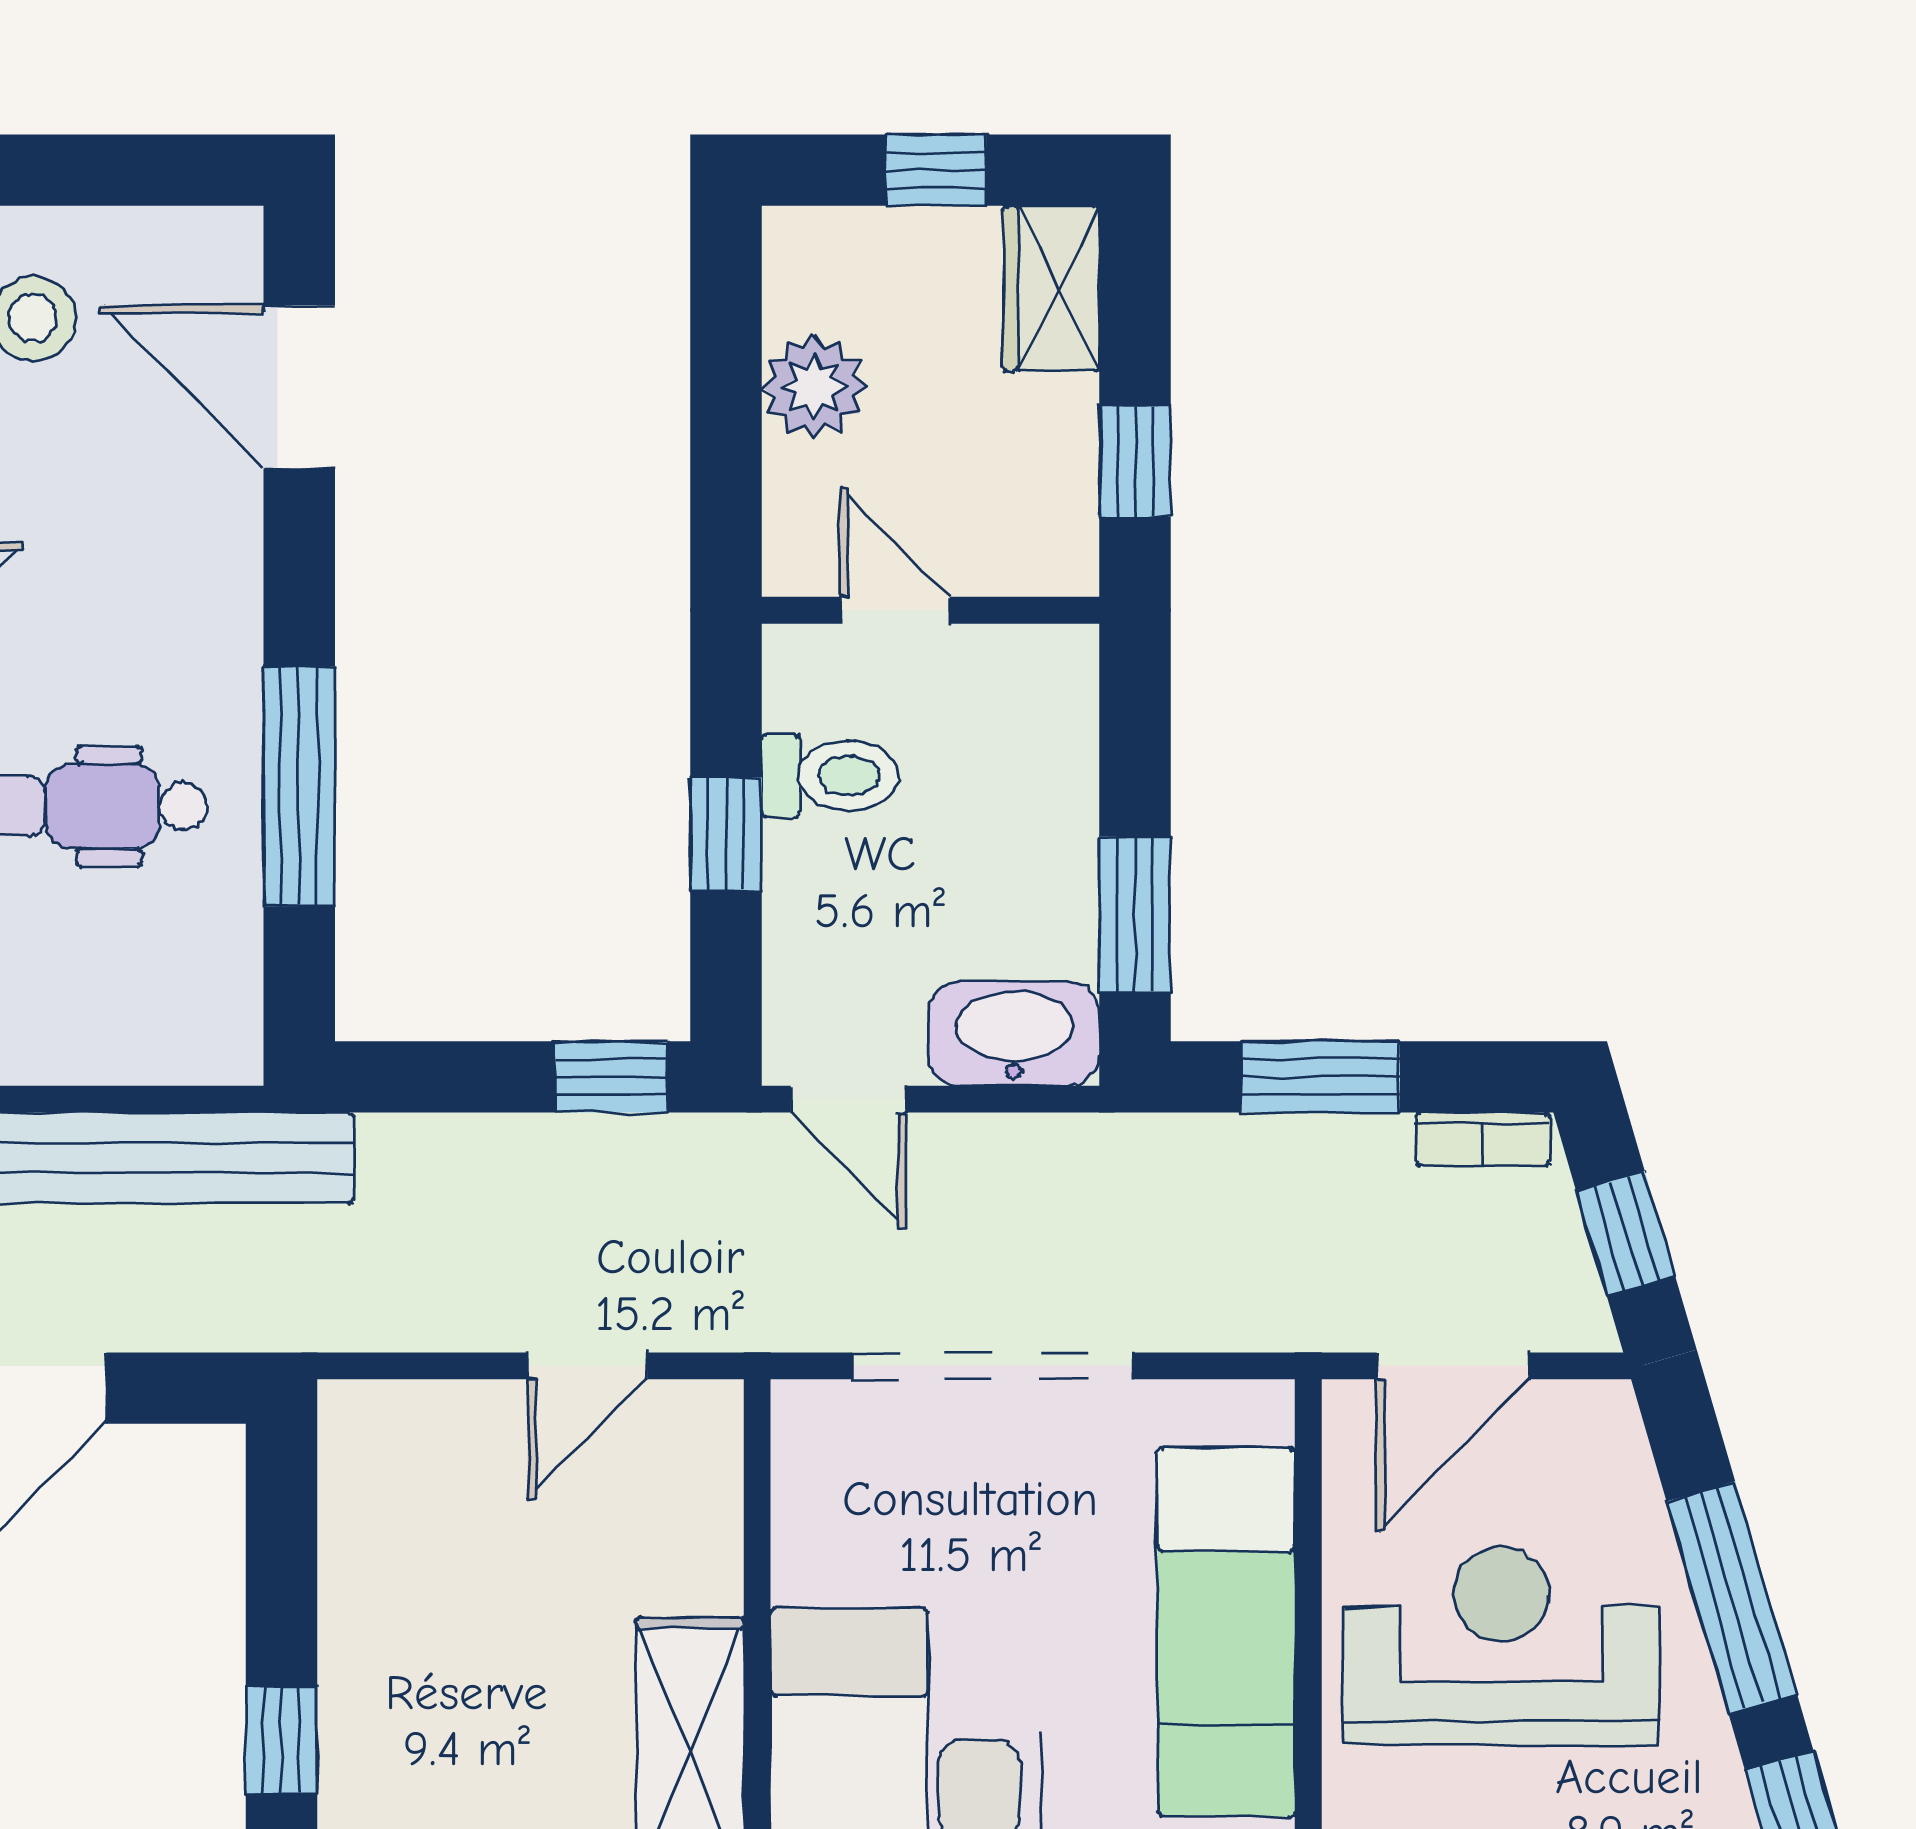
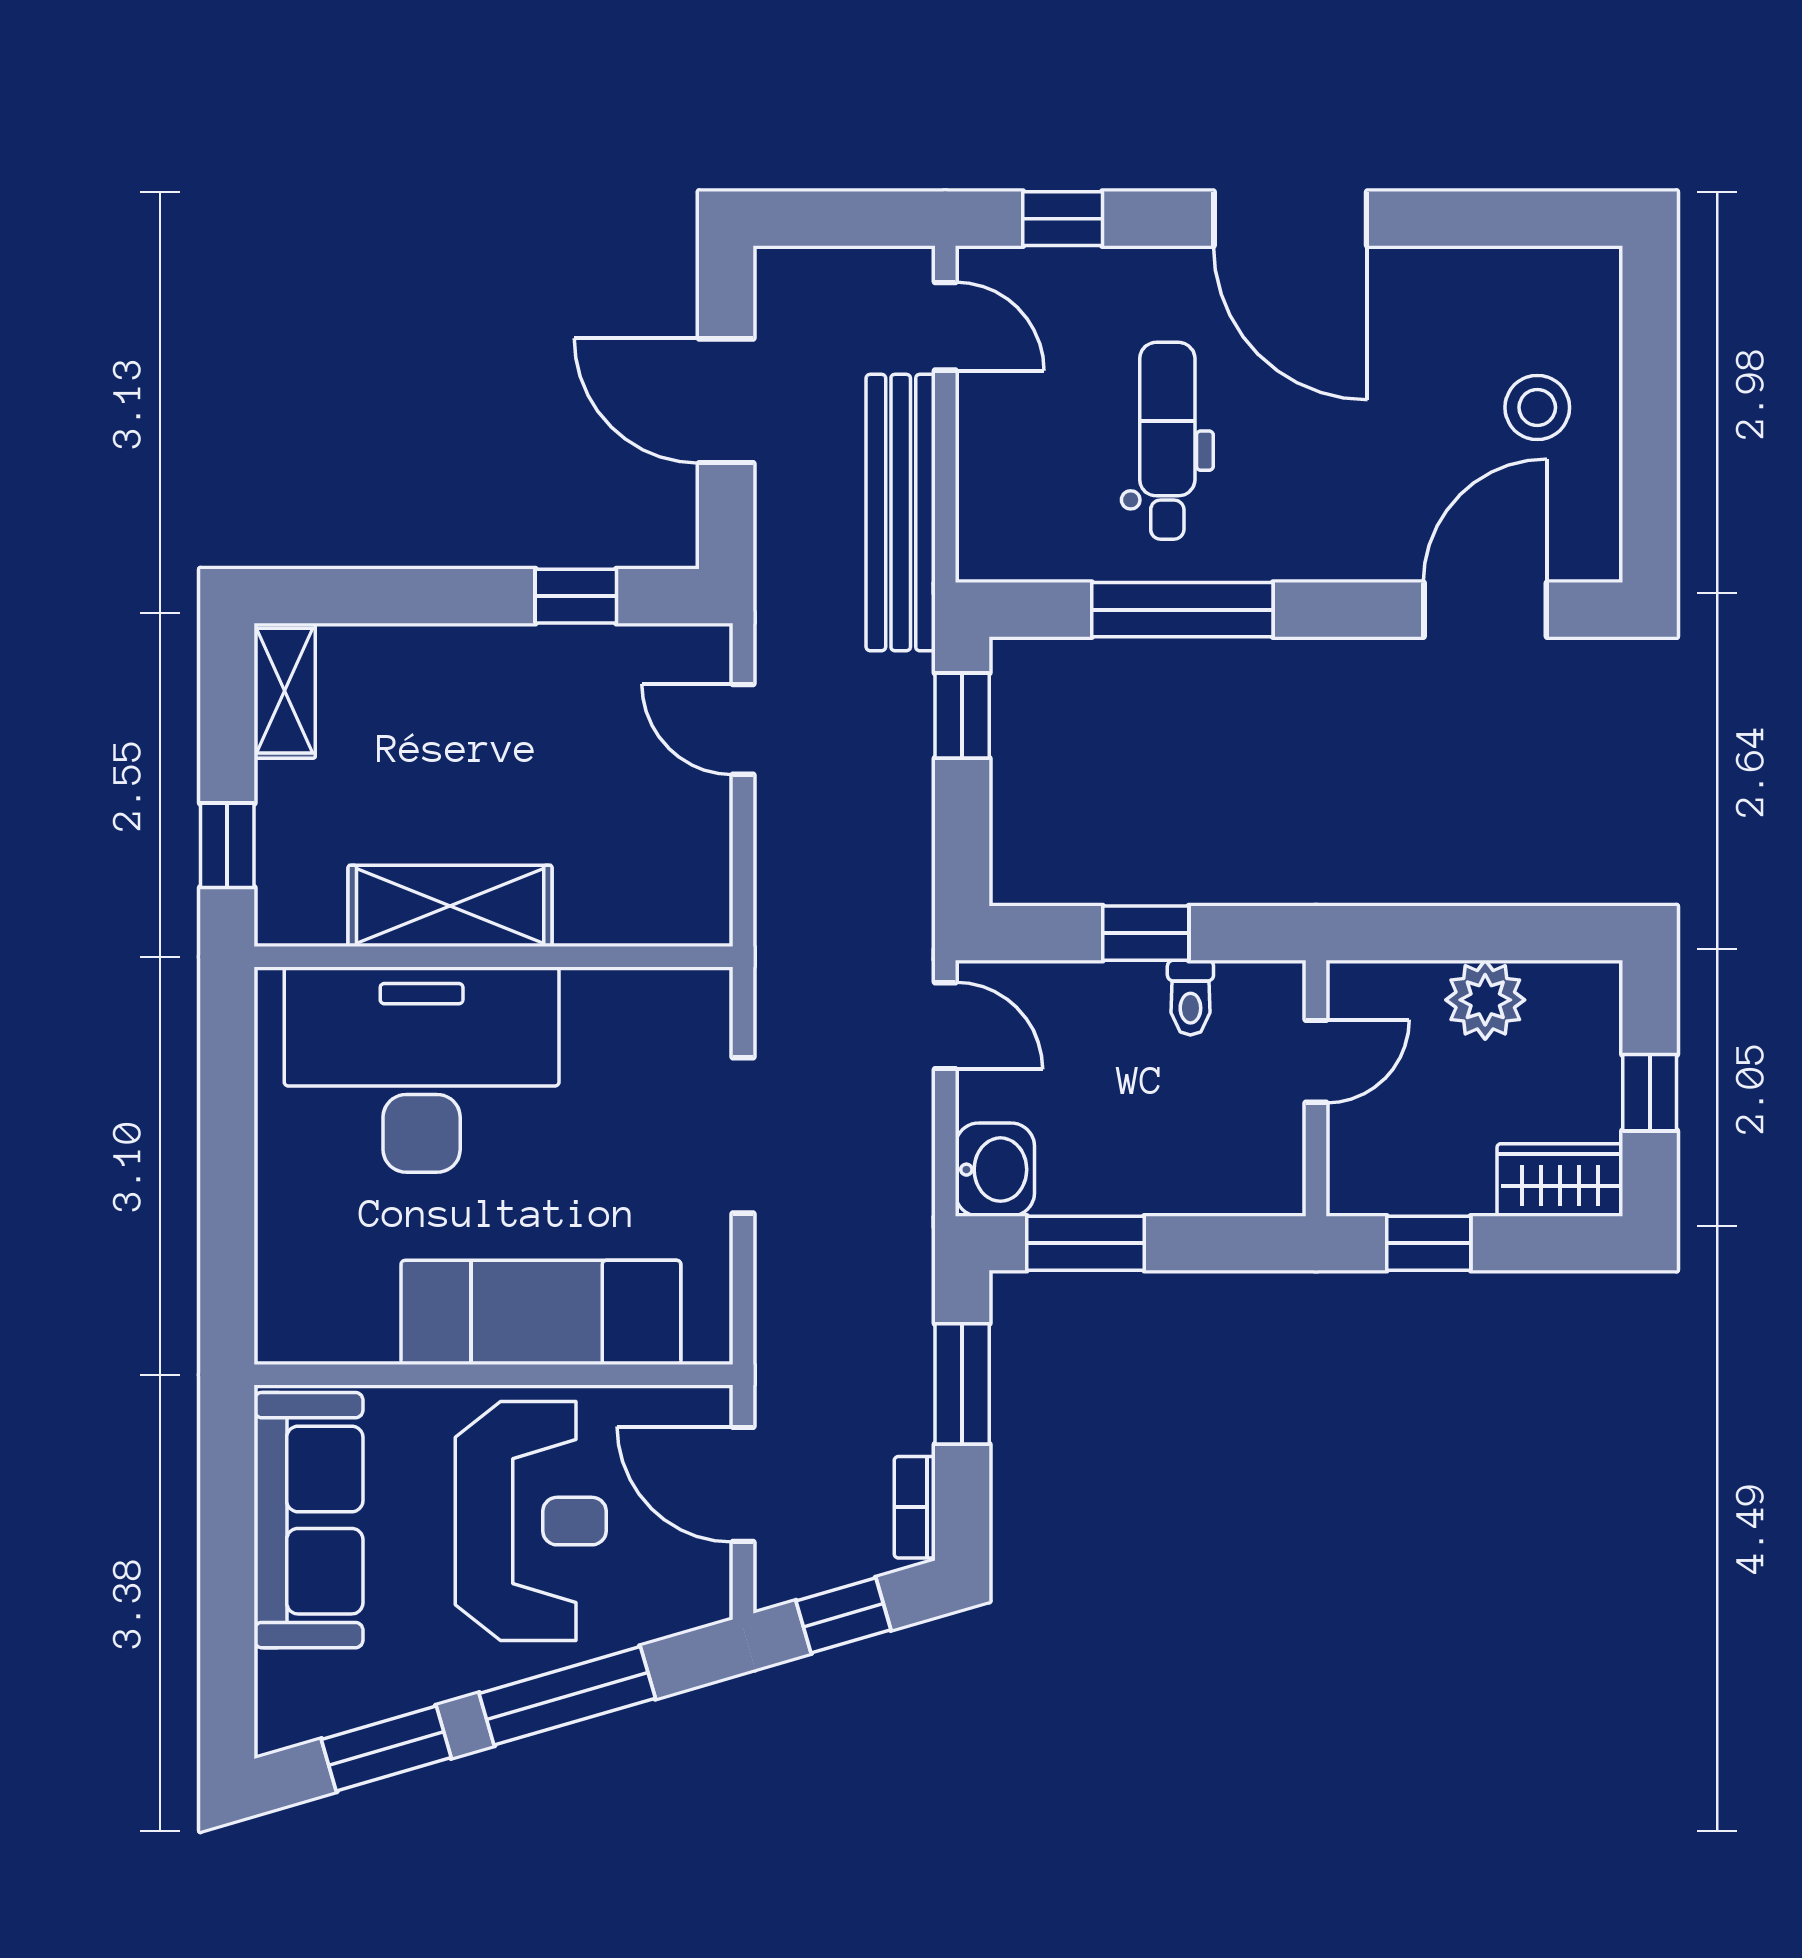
toilet: (830, 776) -> (1190, 998), width x0.73, depth x0.72
washbasin: (1014, 1034) -> (995, 1170), width x0.72
window: (611, 1077) -> (962, 716), moved
door: (848, 1099) -> (945, 1026), swing flipped
door: (587, 1366) -> (743, 729), moved
doorway: (993, 1366) -> (743, 1135), width x0.73
window: (281, 1740) -> (576, 596), moved

